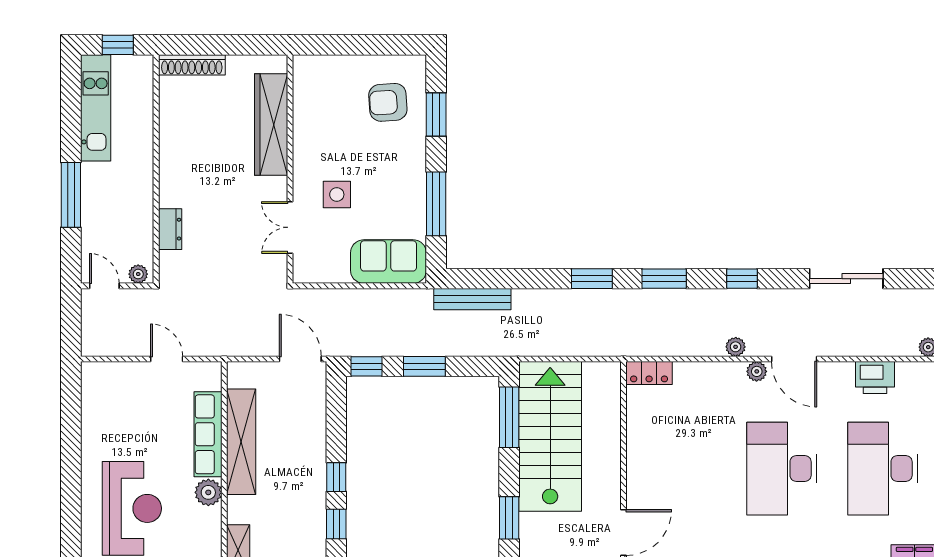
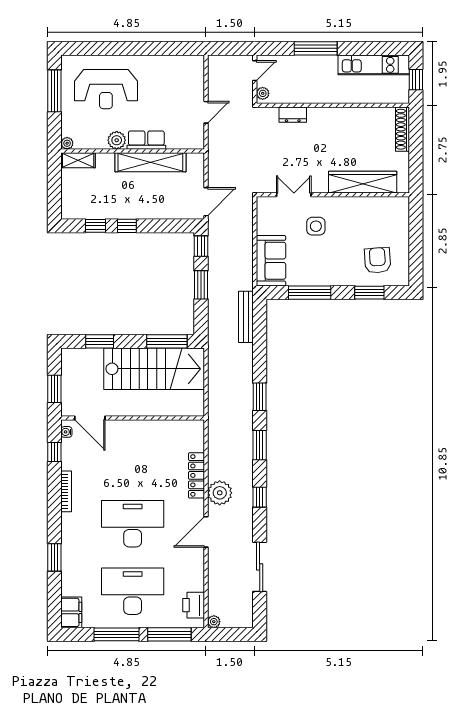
plant: (736, 347) -> (220, 493), width x1.88, depth x1.88
plant: (757, 371) -> (198, 507), removed
locker: (649, 373) -> (196, 475), moved, width x1.53
printer: (875, 377) -> (194, 605), moved
row of seats: (208, 434) -> (146, 140), width x0.68

